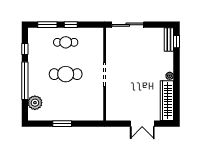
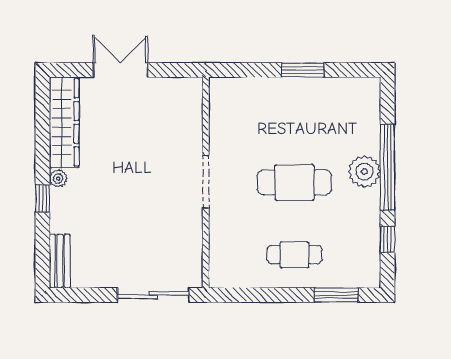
window: (71, 25) -> (283, 295), removed
window: (176, 42) -> (42, 199), moved
plant: (35, 103) -> (364, 172), moved

